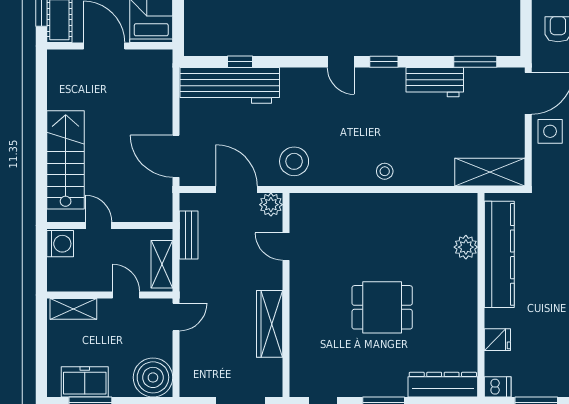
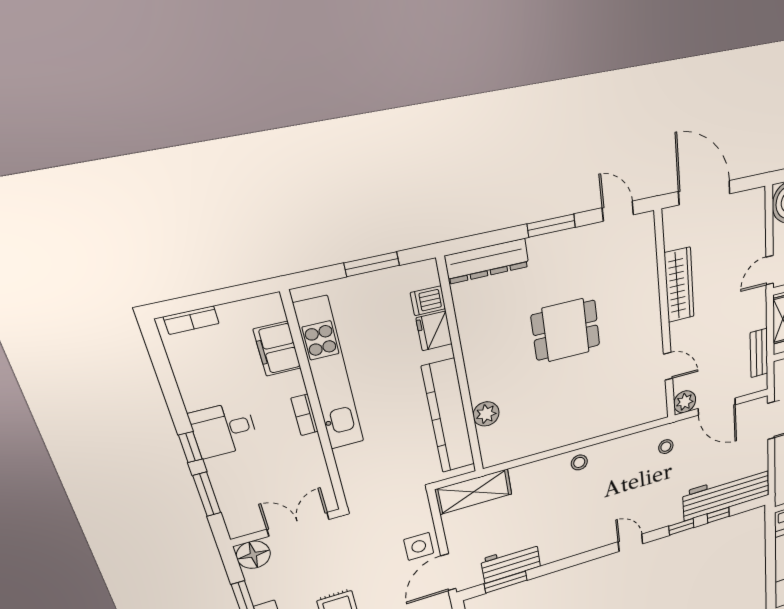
window: (384, 62) -> (681, 527), moved
workbench: (435, 82) -> (511, 563), moved
stool: (294, 161) -> (666, 447), width x0.53, depth x0.53
fridge: (497, 340) -> (434, 331), width x1.38
dishwasher: (498, 387) -> (428, 301), moved

